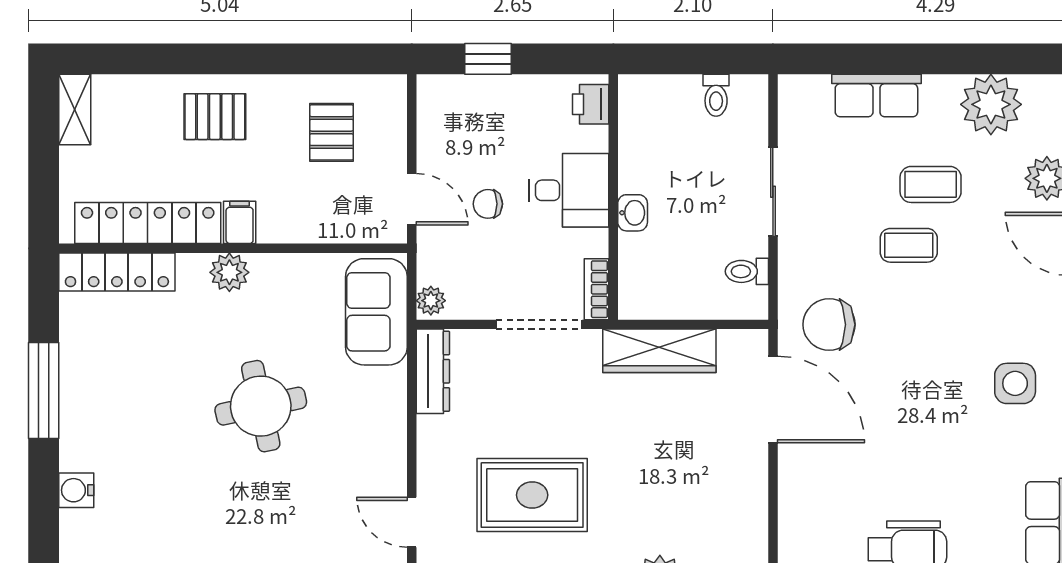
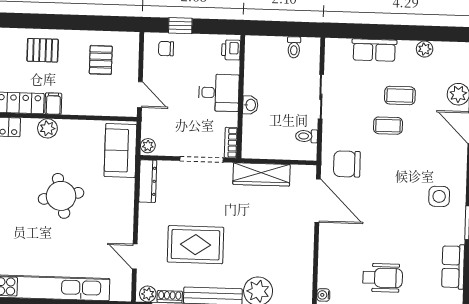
plant: (991, 104) -> (425, 49), width x0.53, depth x0.53
chair: (488, 204) -> (166, 49), moved

